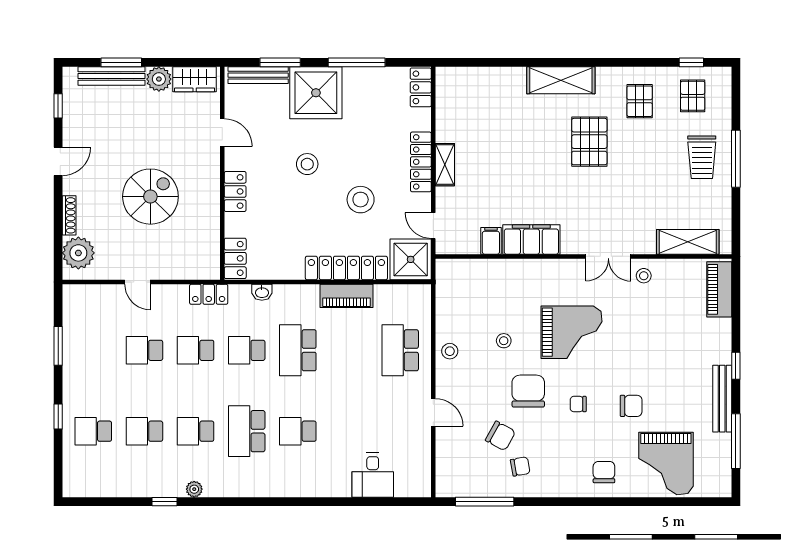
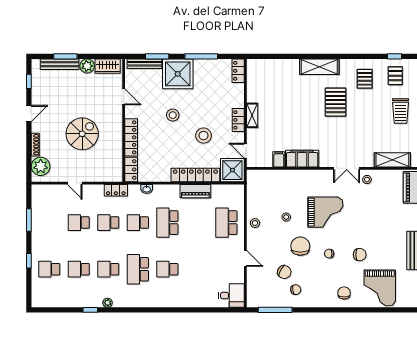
locker: (421, 162) -> (238, 120), width x0.66
locker: (235, 191) -> (131, 137), width x1.53
desk: (373, 475) -> (231, 296), moved, turned -90

